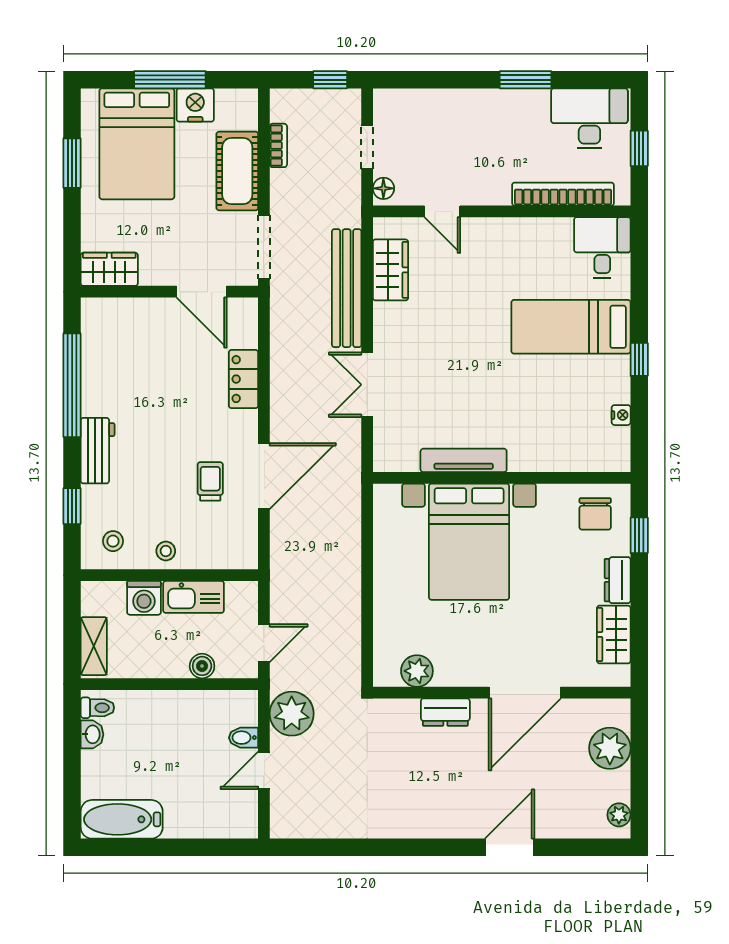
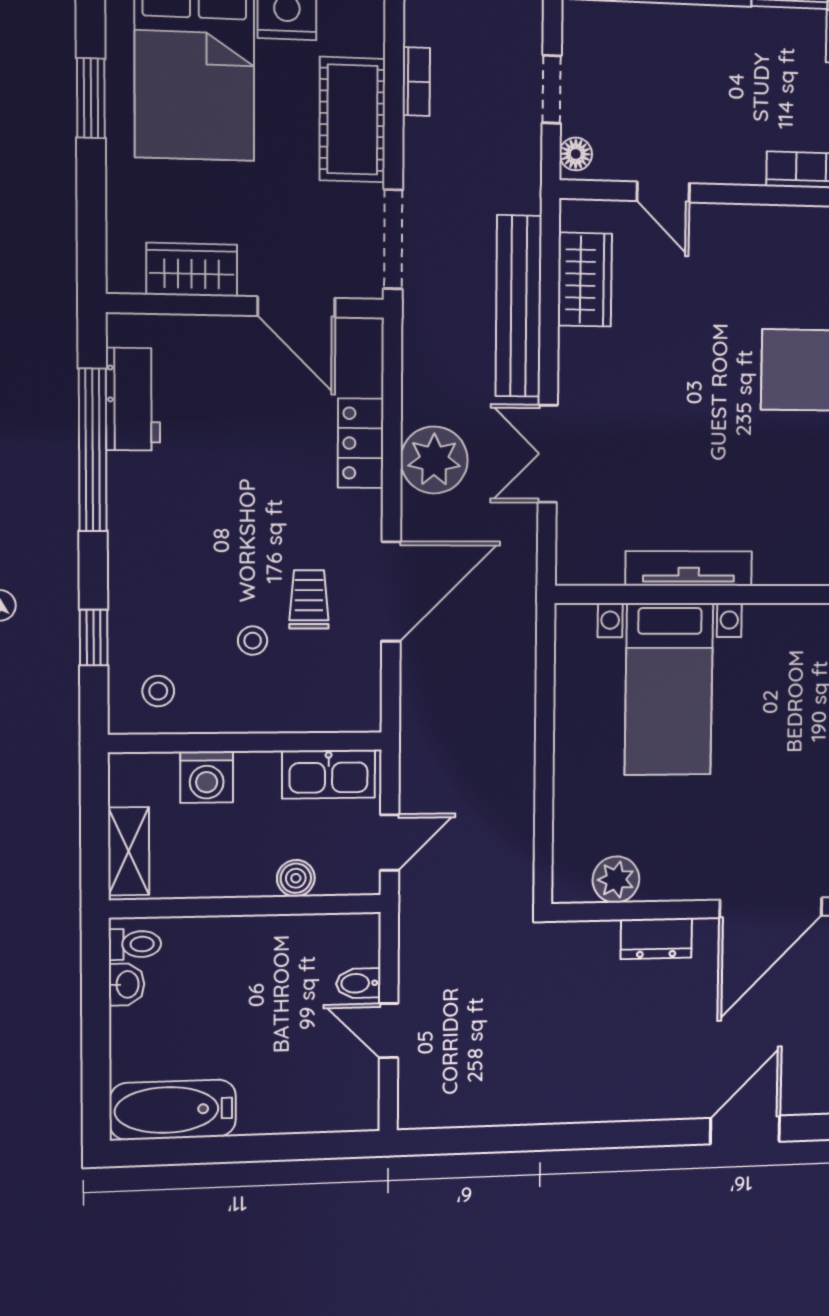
wardrobe: (109, 269) -> (192, 270), moved
workbench: (98, 451) -> (133, 399), moved
bed with nightstands: (469, 542) -> (669, 689), width x0.73
stool: (166, 551) -> (253, 641), moved
kitchen sink: (194, 597) -> (329, 774), moved
plant: (292, 714) -> (434, 460), moved
door: (264, 770) -> (389, 1031), hinge flipped

